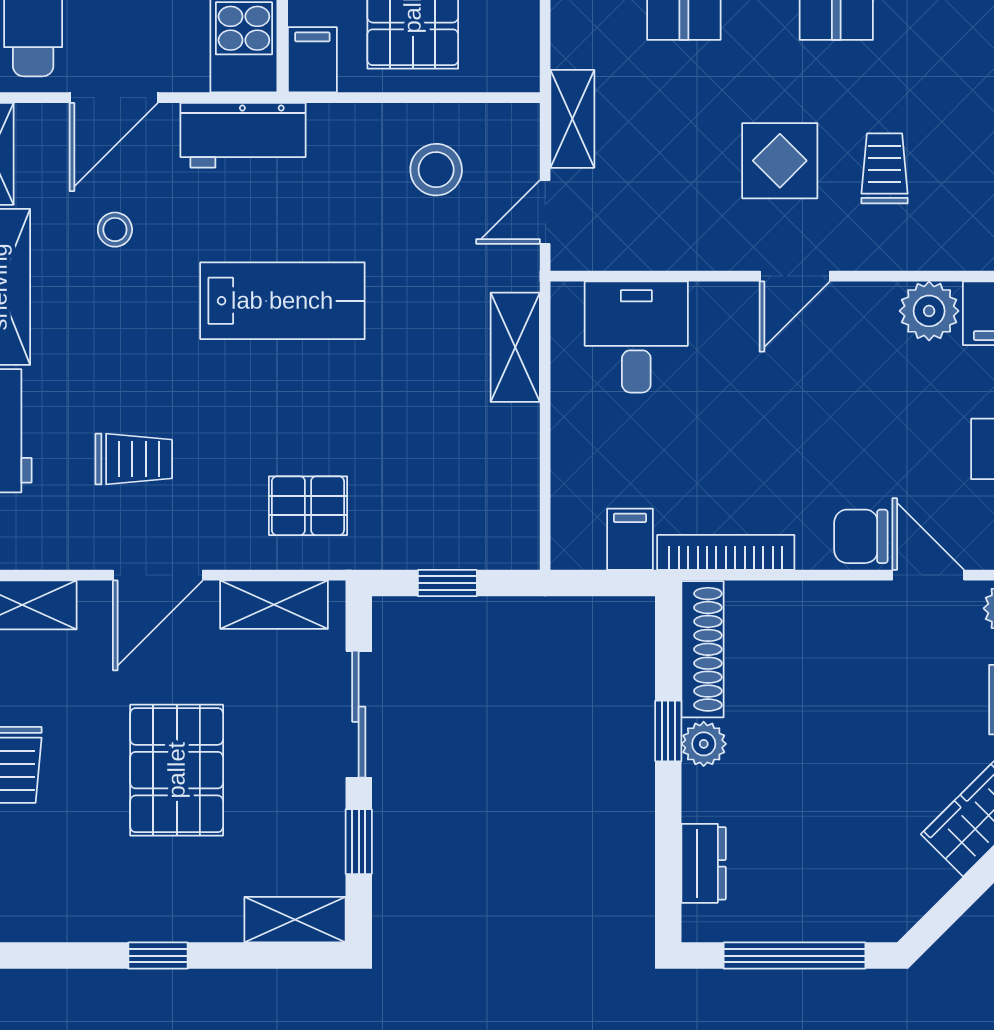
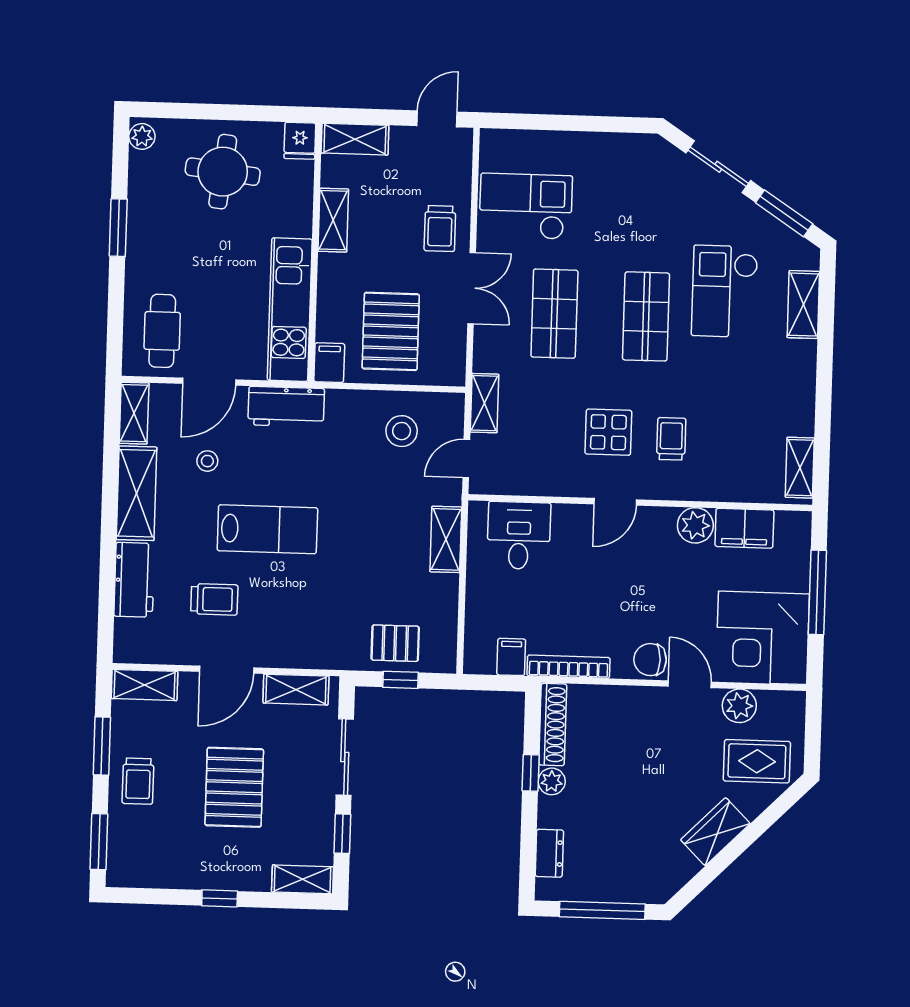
lab bench: (282, 301) -> (267, 529), moved
pallet: (308, 506) -> (395, 643), moved

